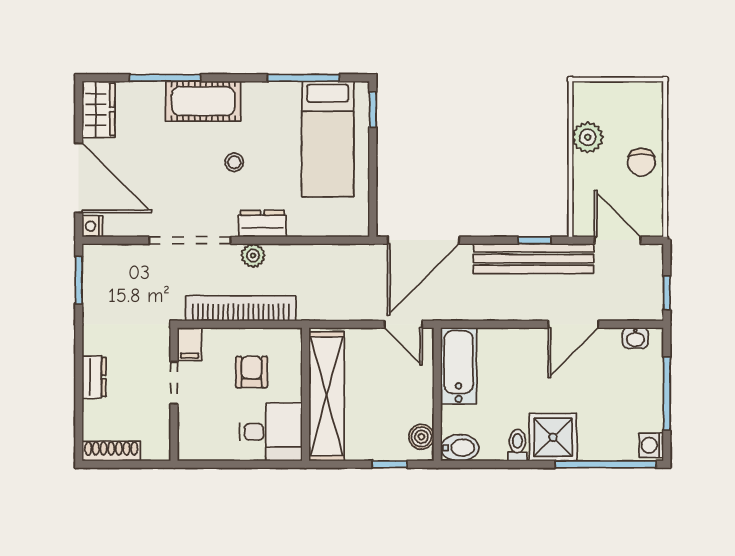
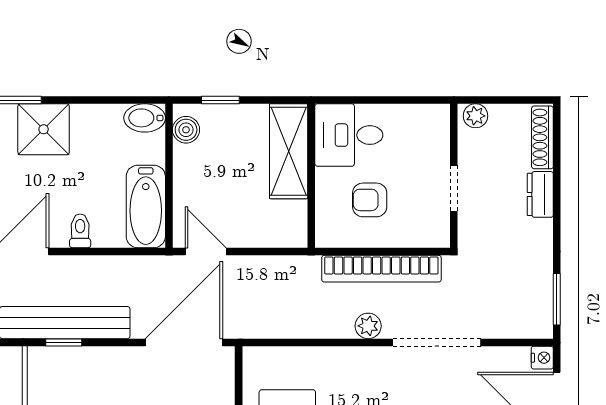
dresser: (262, 224) -> (358, 360), removed
filing cabinet: (190, 344) -> (437, 230), removed
armchair: (252, 372) -> (370, 200), turned 90
shelving: (327, 396) -> (289, 151), width x0.68
toilet: (517, 445) -> (80, 231), moved, turned 180
plant: (154, 450) -> (476, 116), added
shoe rack: (111, 451) -> (542, 137), moved, turned 90

